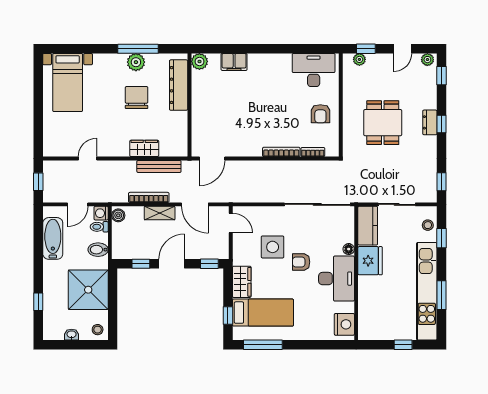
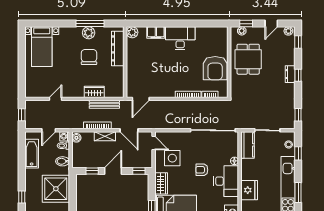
desk: (314, 70) -> (180, 38), moved
armchair: (320, 114) -> (215, 68), width x1.88, depth x1.88
dining table: (383, 123) -> (248, 59), moved
side table: (273, 247) -> (172, 158), moved
fridge: (370, 261) -> (249, 190), moved

